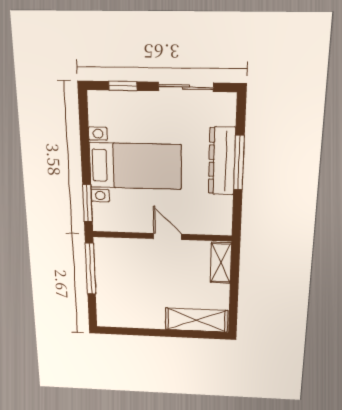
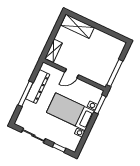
dresser: (222, 161) -> (38, 87), moved
door: (168, 236) -> (72, 74), hinge flipped

